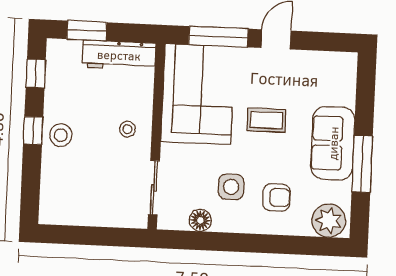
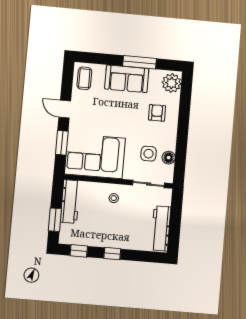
window: (218, 37) -> (62, 143), width x0.69
coffee table: (266, 120) -> (84, 78), moved
stool: (61, 135) -> (116, 237), removed
side table: (231, 187) -> (149, 154), moved
workbench: (79, 212) -> (161, 228), added

